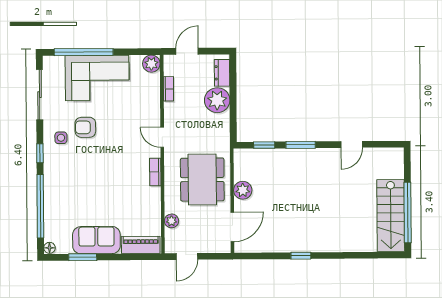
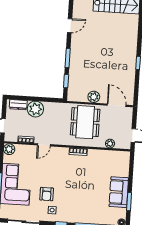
door: (162, 137) -> (44, 145), moved
door: (352, 144) -> (70, 26), hinge flipped
dining table: (202, 180) -> (85, 122), turned 90
piano: (141, 245) -> (124, 164), removed

